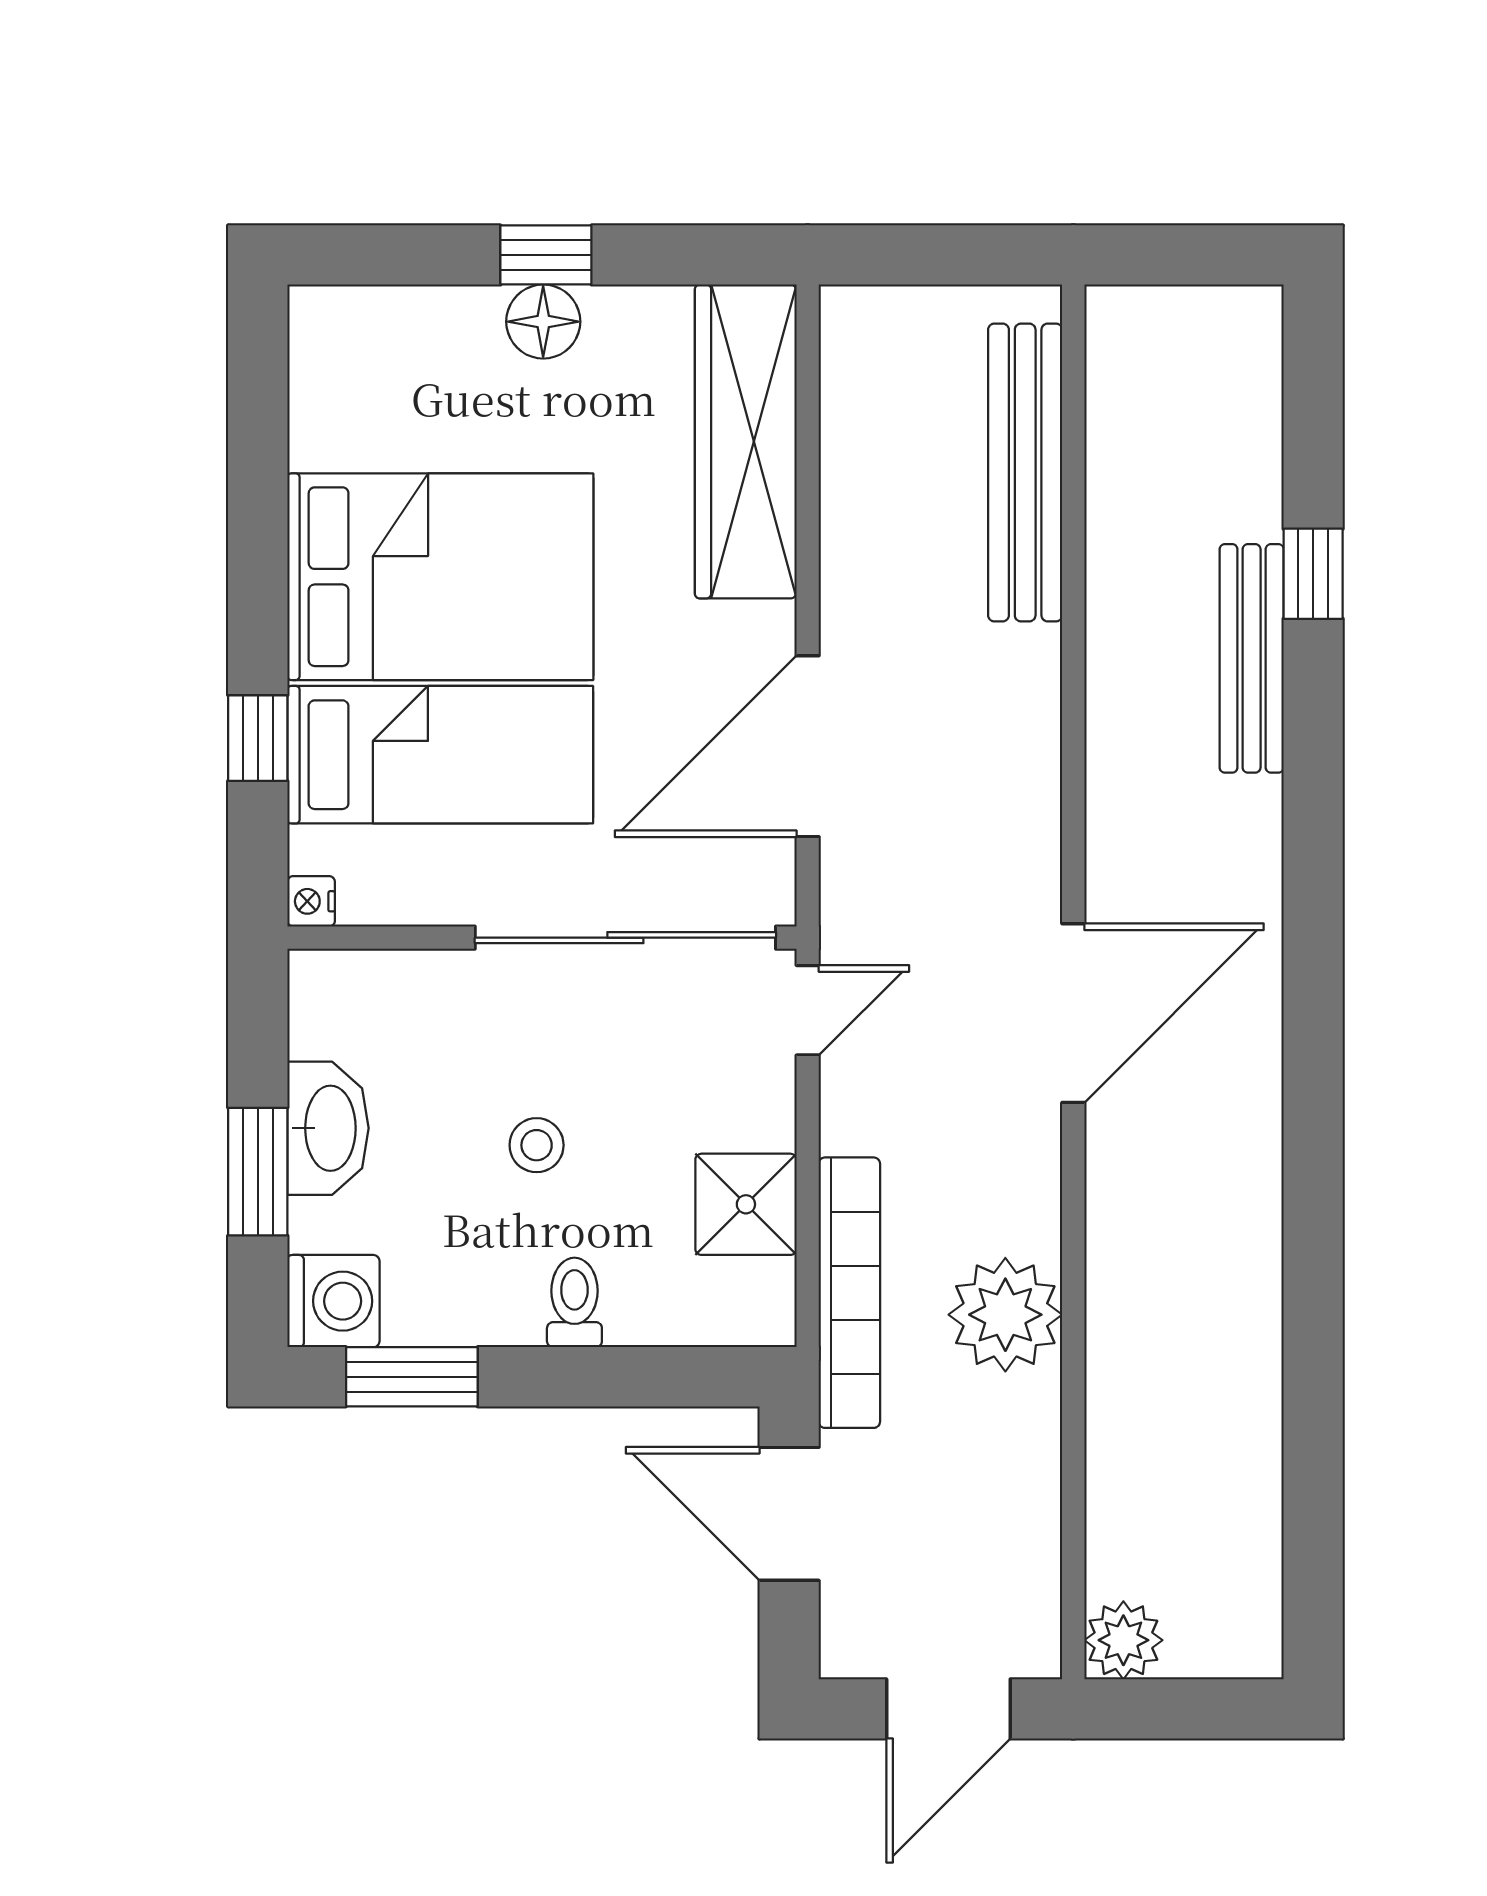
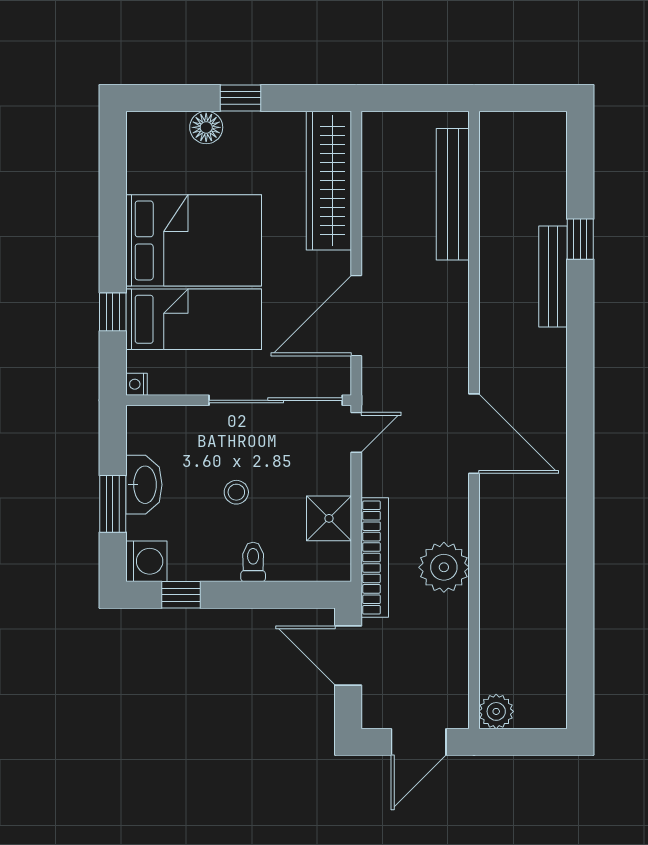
floor lamp: (543, 322) -> (206, 127), moved
door: (1073, 1013) -> (474, 434), hinge flipped
window: (412, 1377) -> (181, 595), width x0.67

